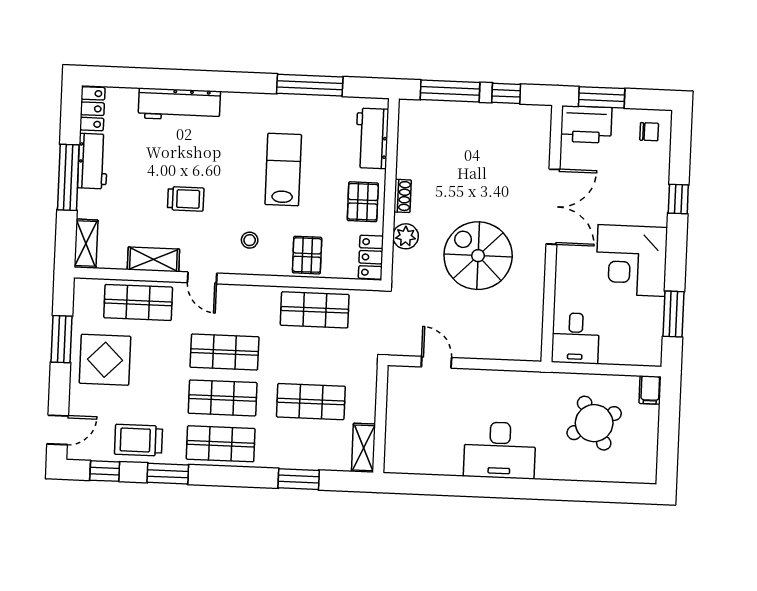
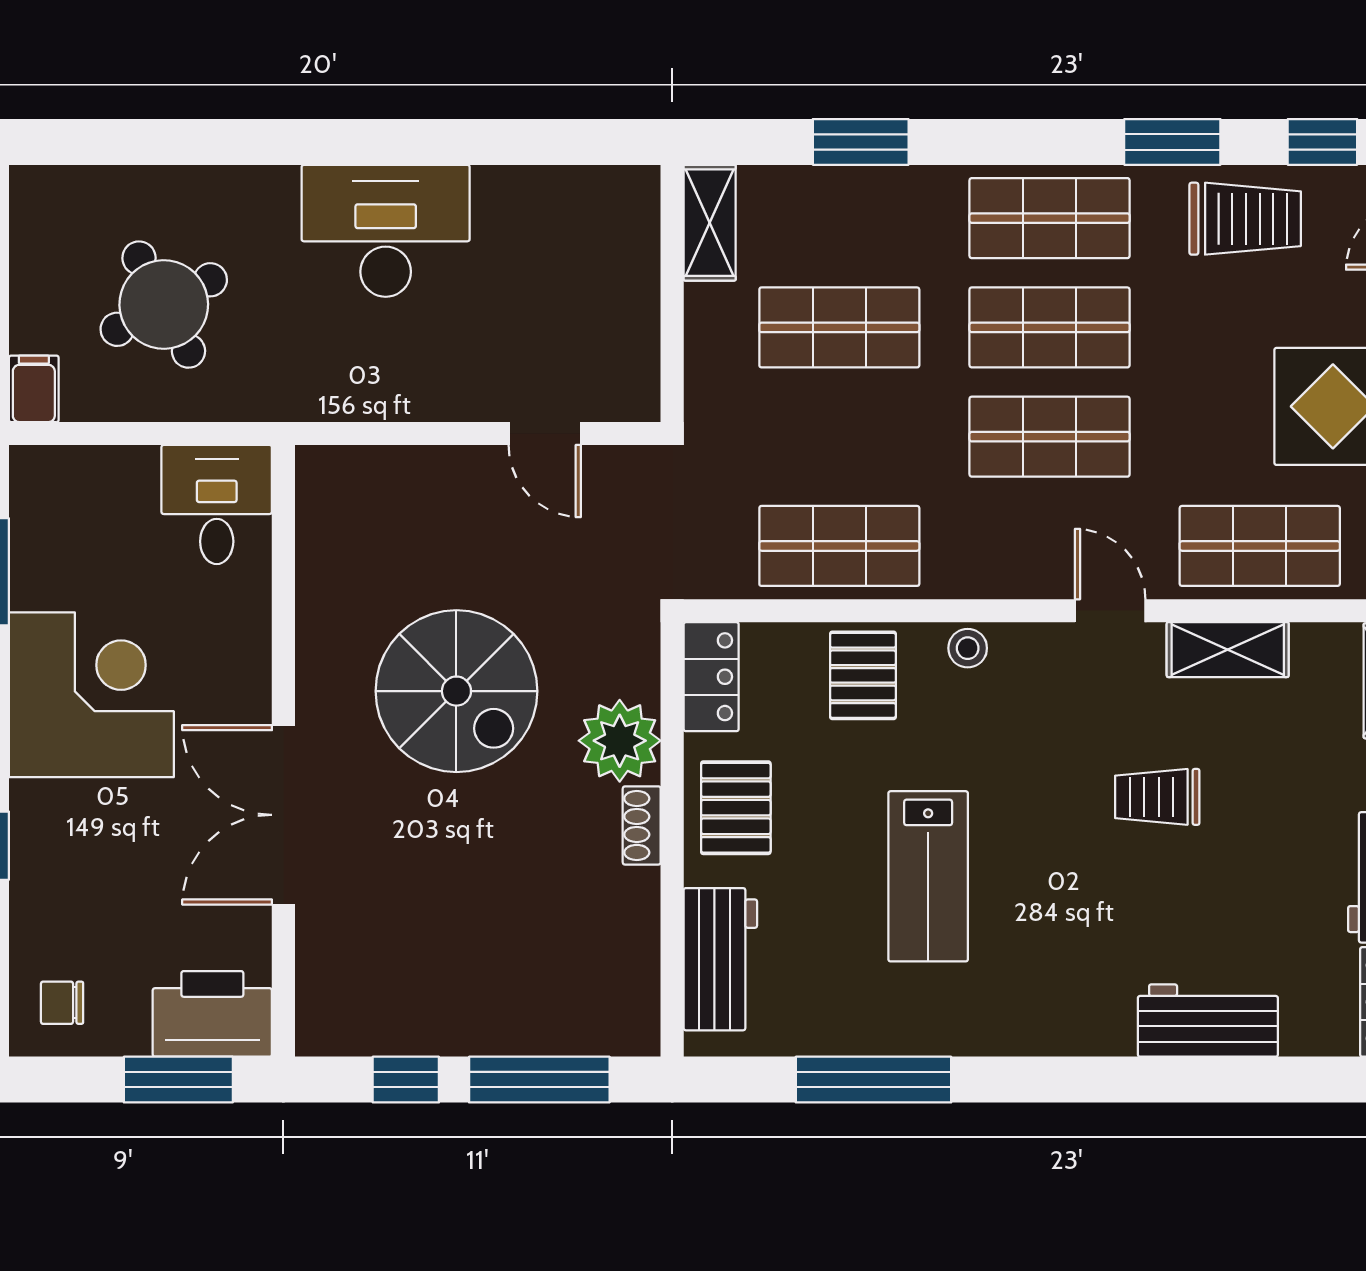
workbench: (179, 105) -> (1208, 1021), width x0.73
plant: (406, 236) -> (620, 741), width x1.36, depth x1.36
stool: (250, 240) -> (968, 648), moved

